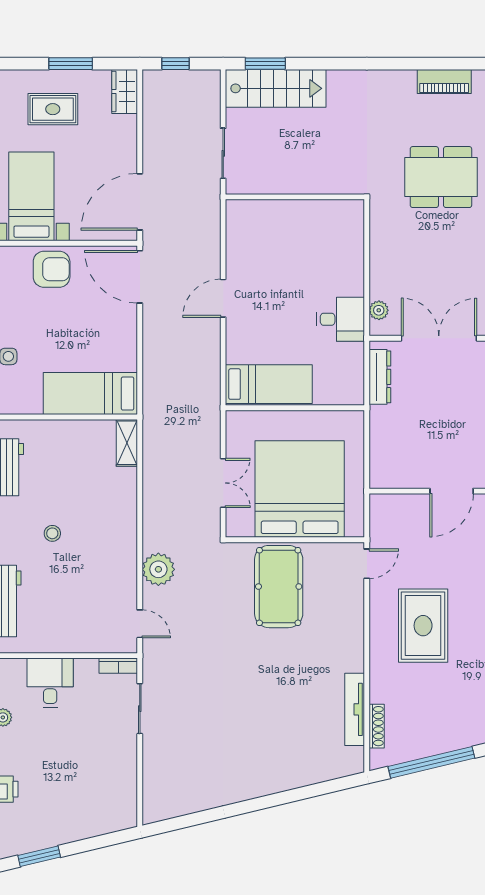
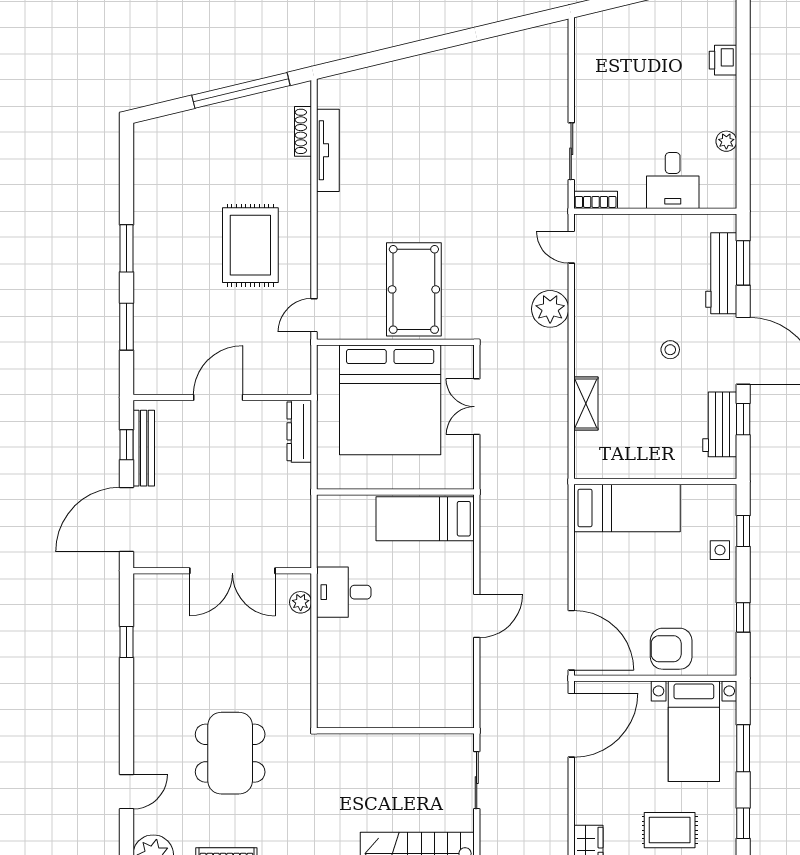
dining table: (441, 177) -> (230, 753), turned 90
dresser: (380, 377) -> (299, 431), moved
shelving: (127, 443) -> (586, 404), moved

